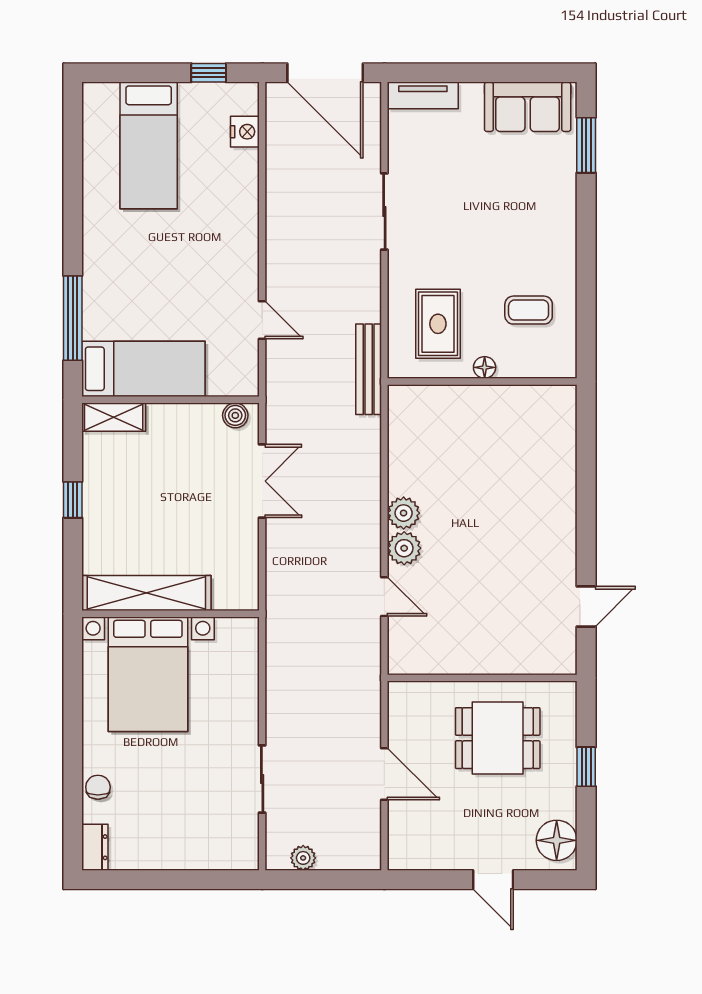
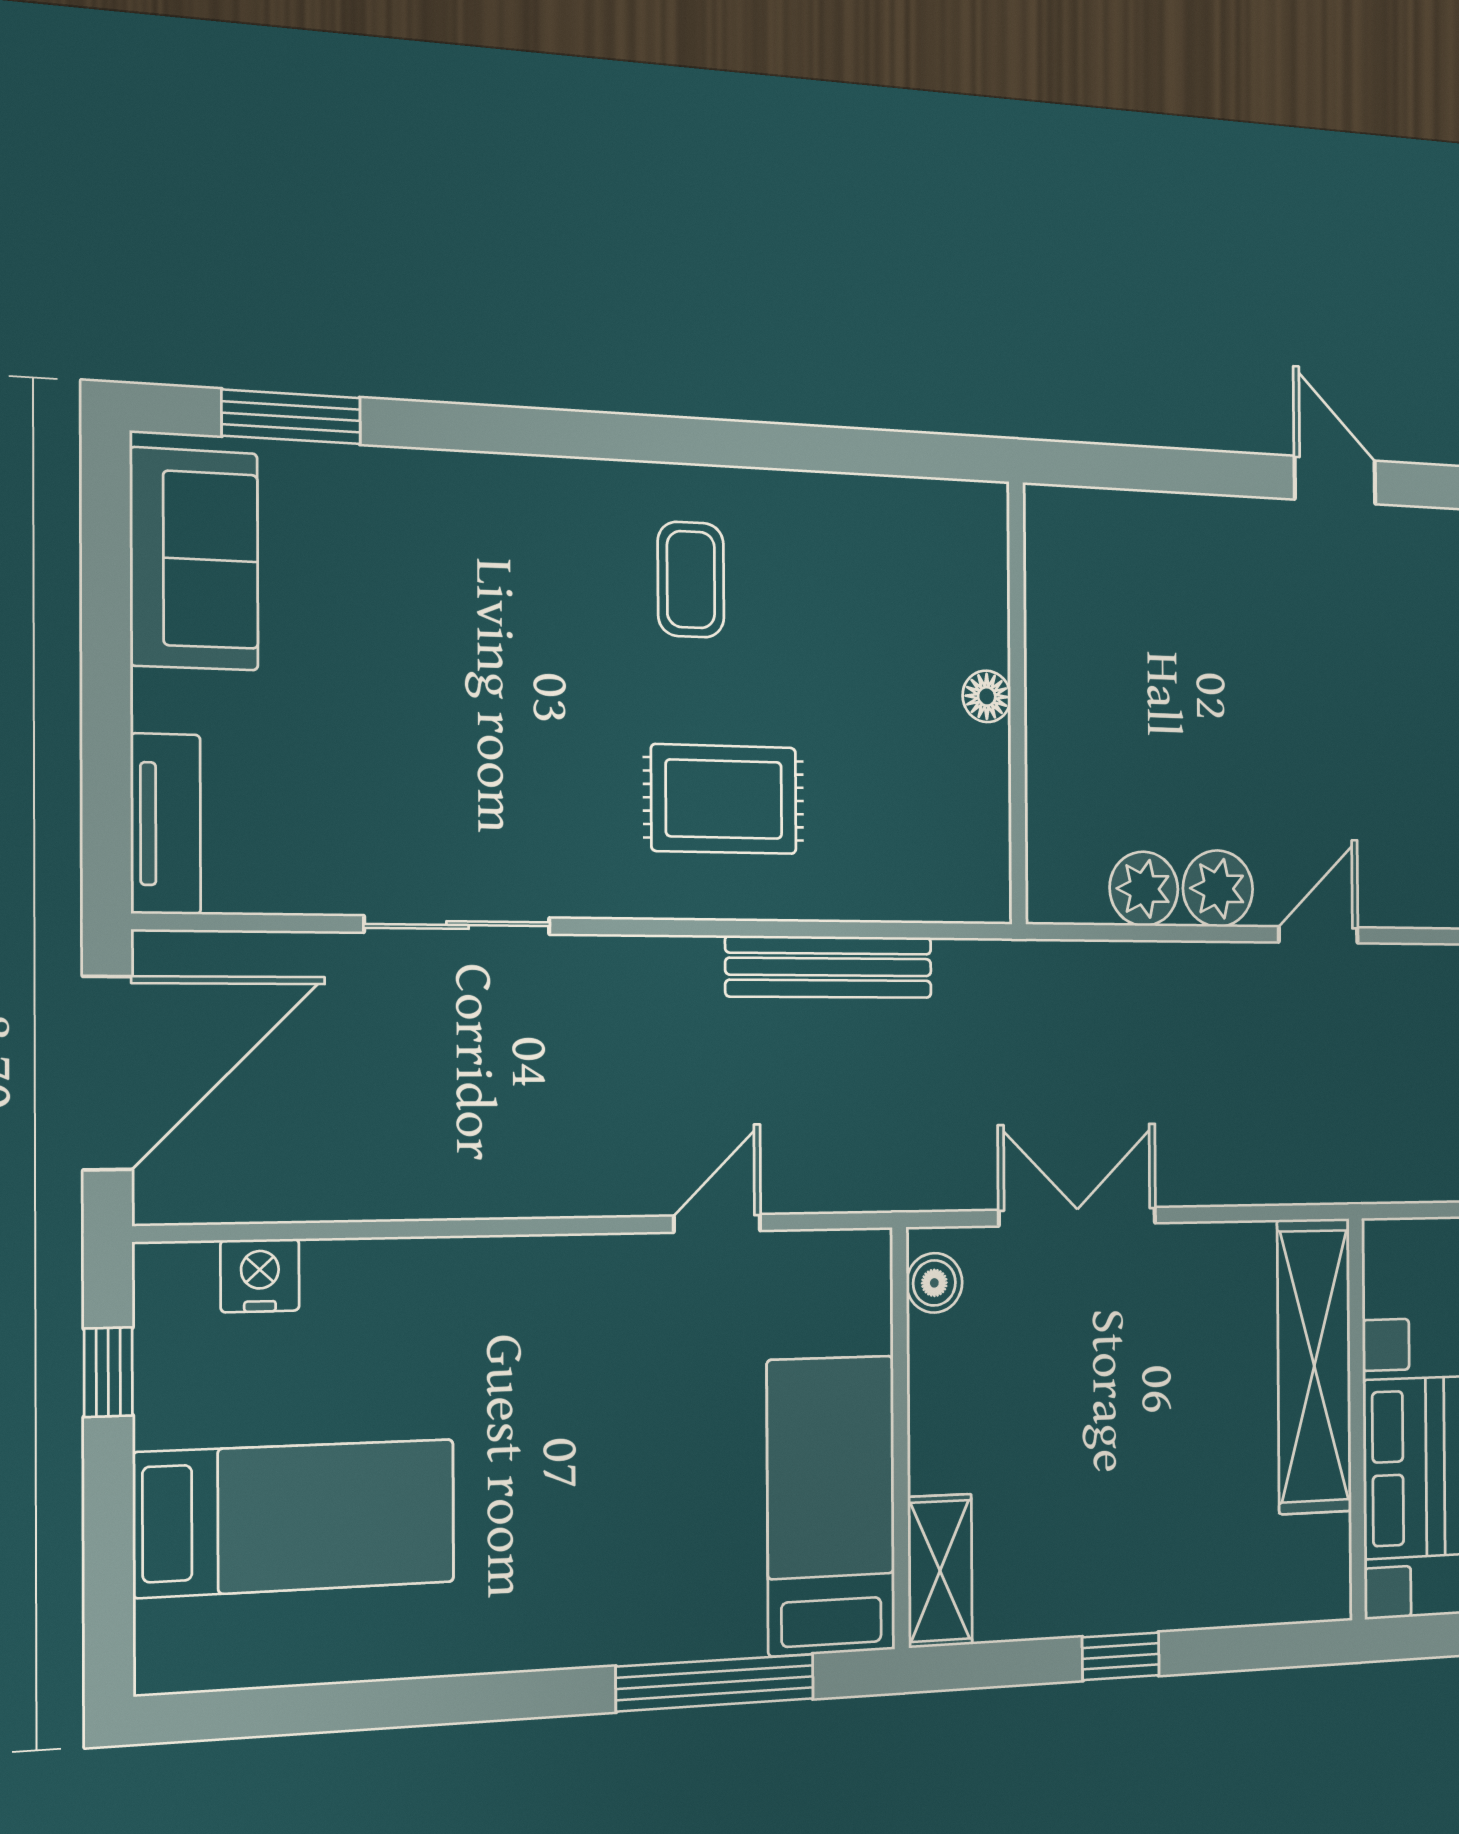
floor lamp: (485, 367) -> (987, 696), moved
wall: (482, 381) -> (1017, 703), moved
shelving: (146, 593) -> (1314, 1366), moved

